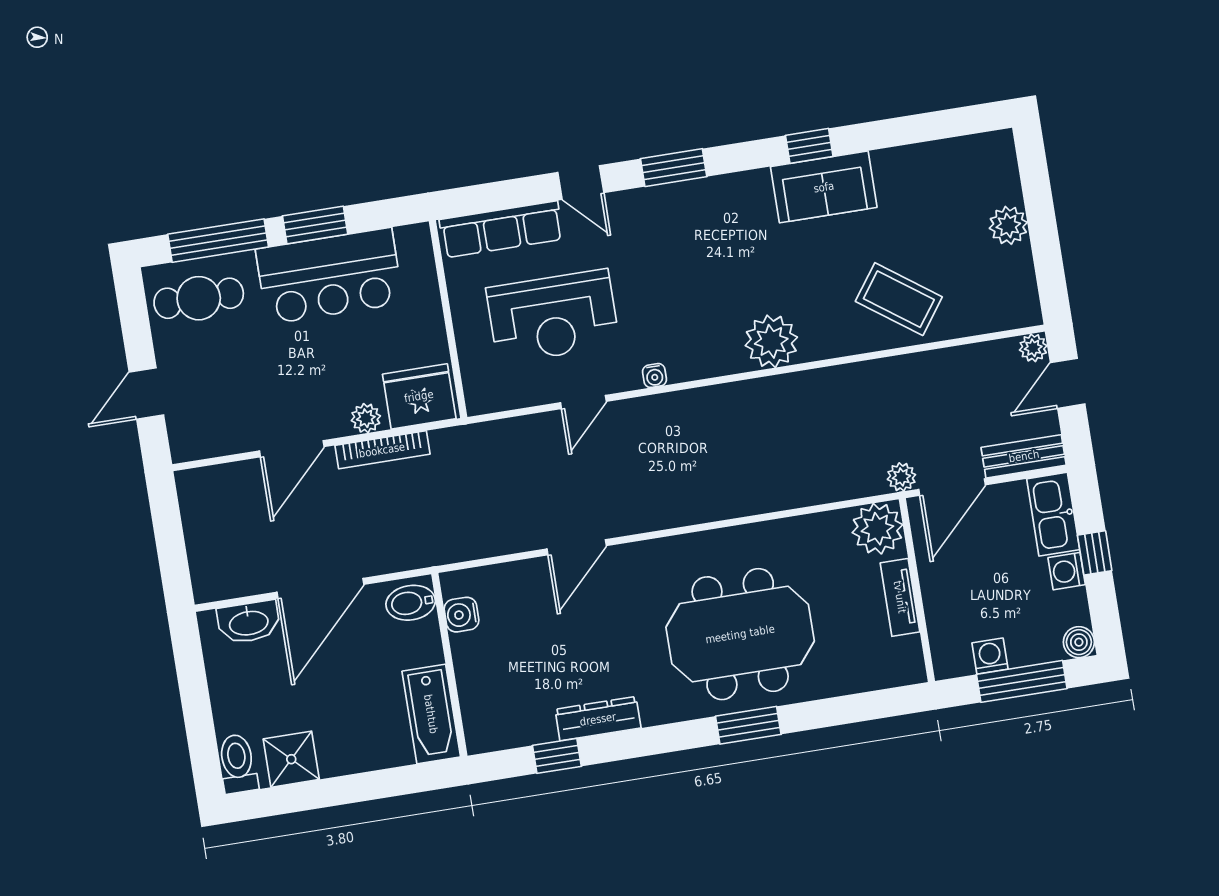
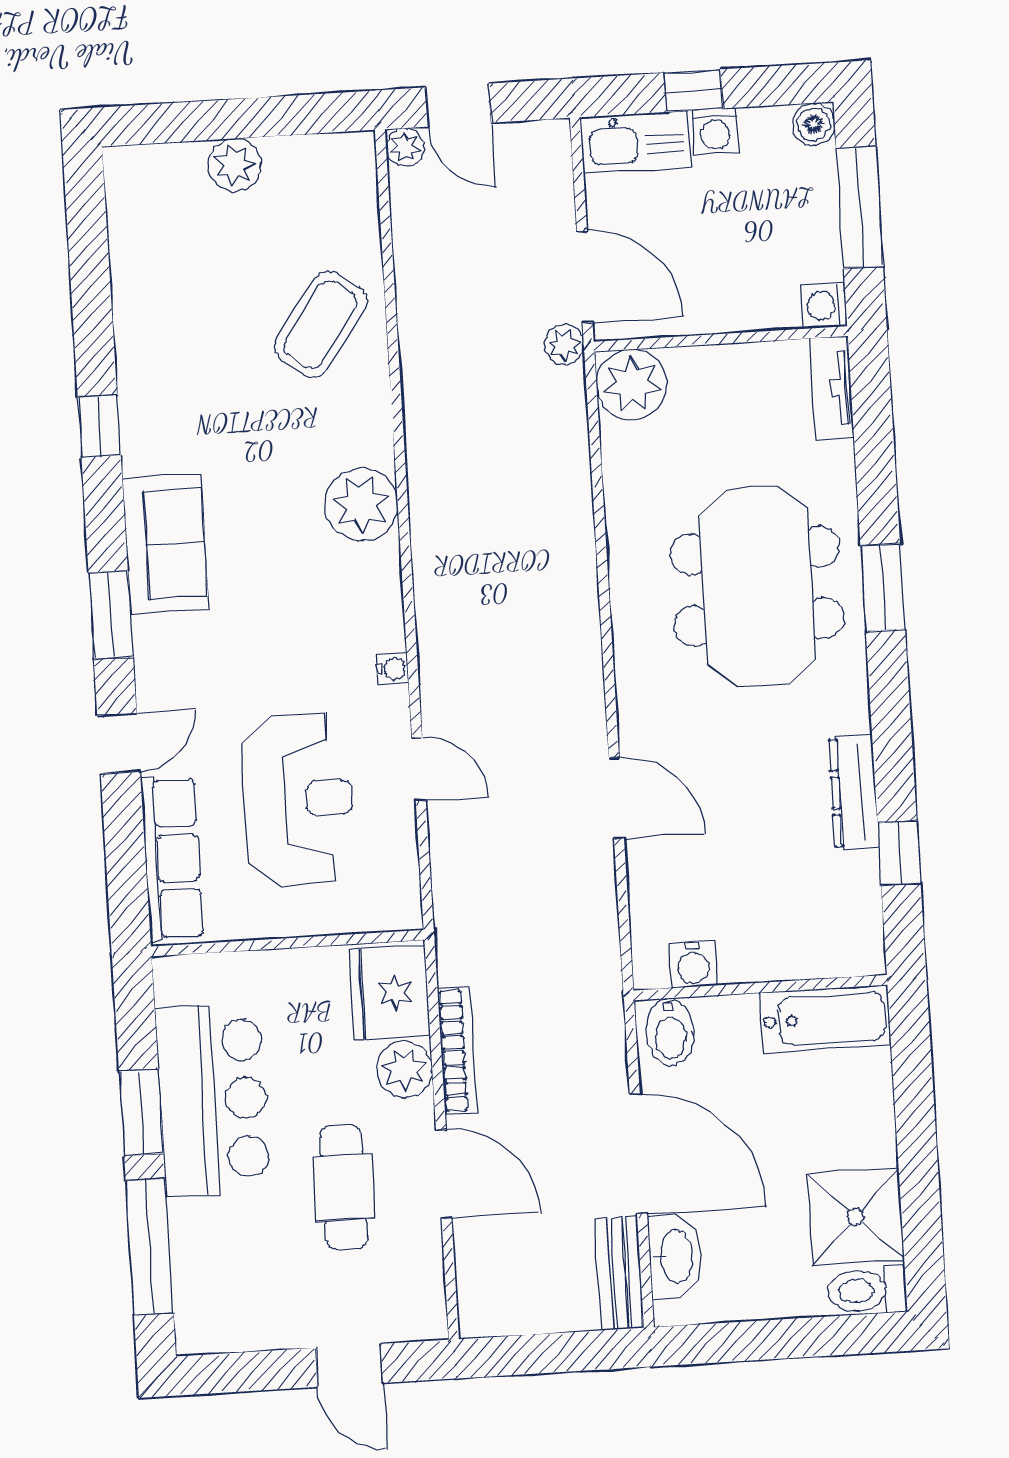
sofa: (824, 187) -> (165, 544), moved
cafe table: (199, 298) -> (344, 1187), moved
plant: (366, 418) -> (404, 1069), width x1.38, depth x1.38
bench: (1024, 456) -> (619, 1273), moved
tv unit: (900, 597) -> (832, 388), moved, turned 90
washing machine: (990, 656) -> (824, 306), moved
shower: (291, 759) -> (856, 1217), width x1.36, depth x1.36

